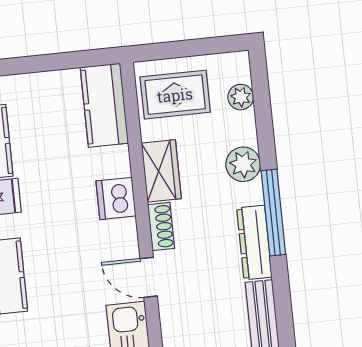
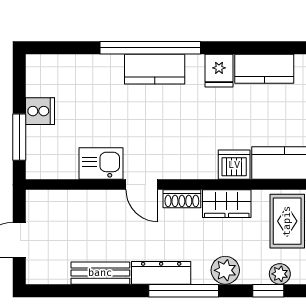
window: (263, 109) -> (268, 291), added
dishwasher: (116, 198) -> (234, 165), moved
door: (149, 277) -> (142, 185), swing flipped

